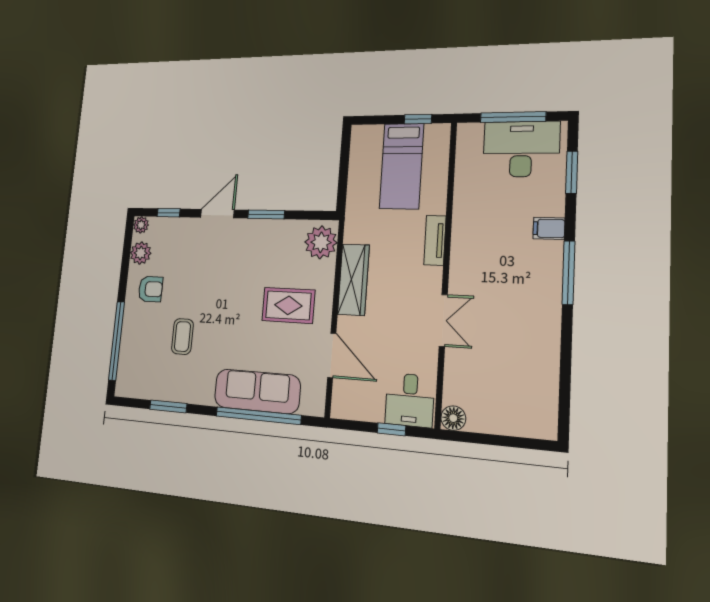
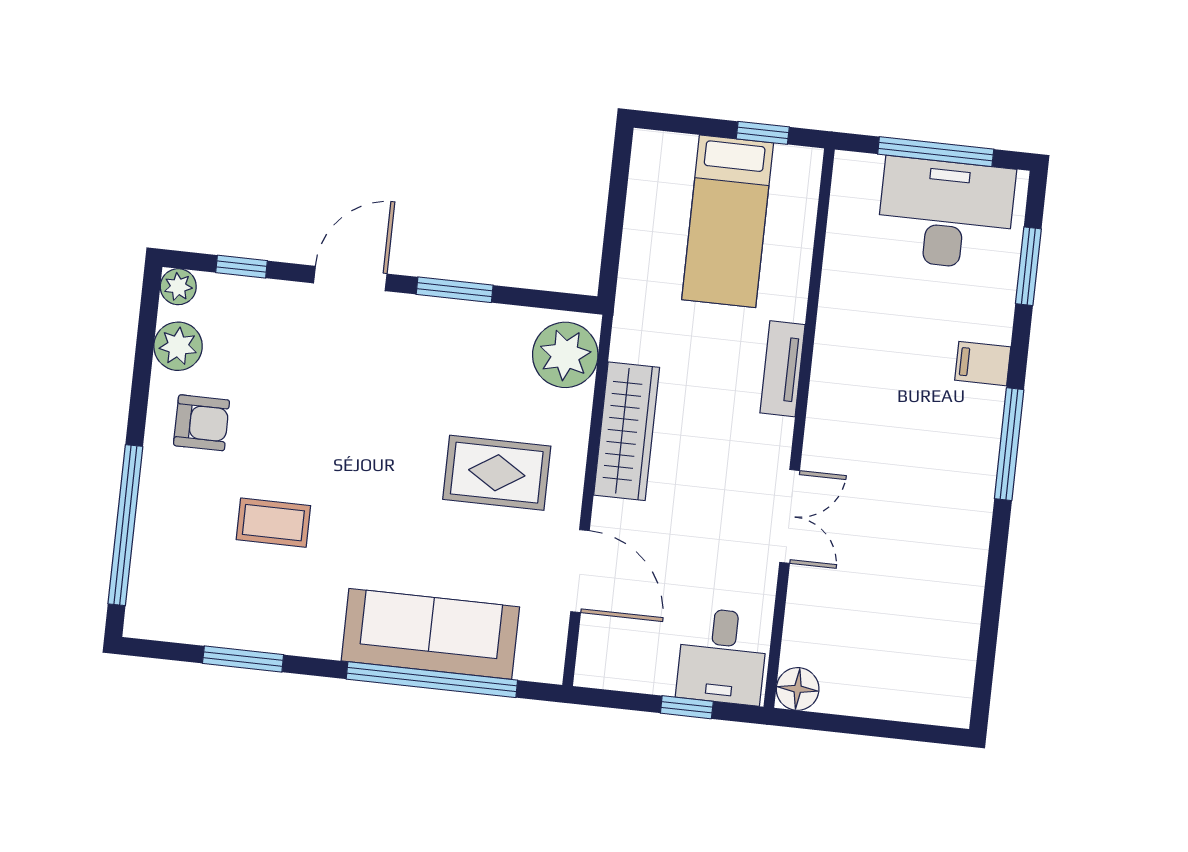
coffee table: (182, 337) -> (273, 523), turned 90

